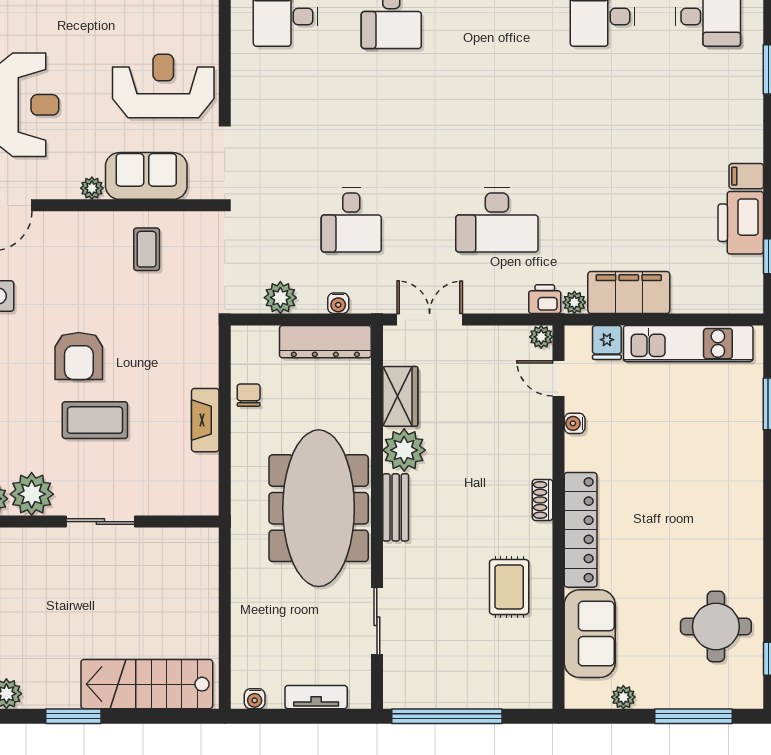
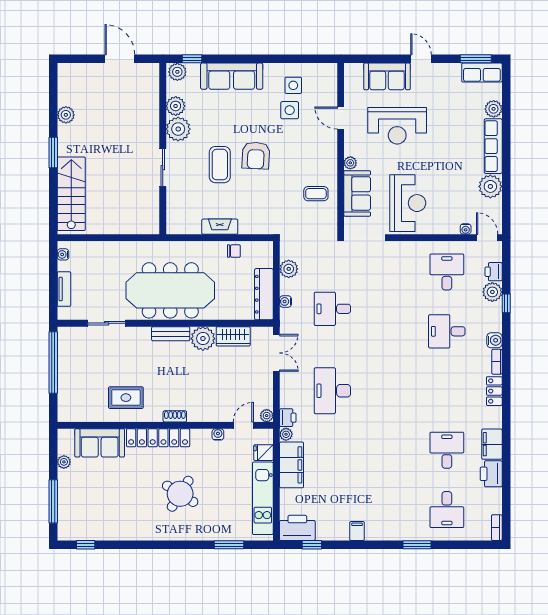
printer: (741, 223) -> (297, 528), moved
armchair: (79, 356) -> (256, 156), turned -87
round table: (716, 626) -> (180, 494), moved, turned 32

